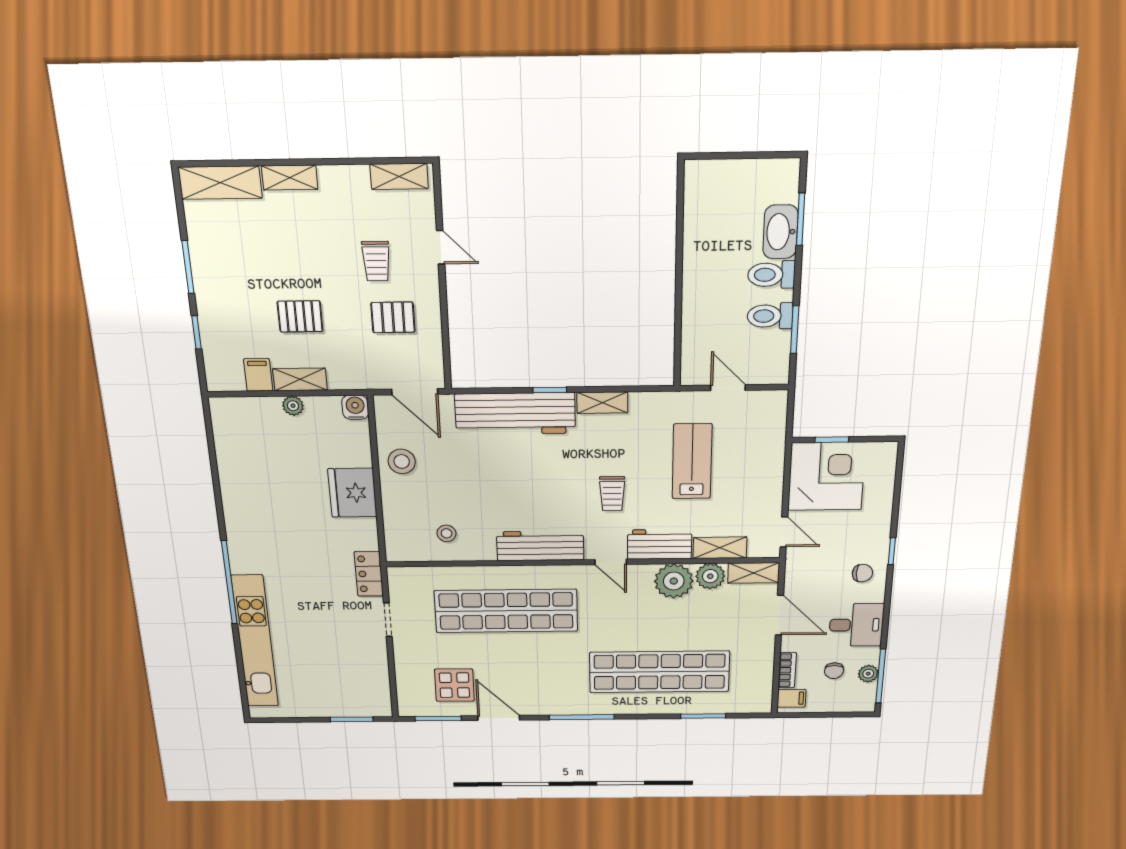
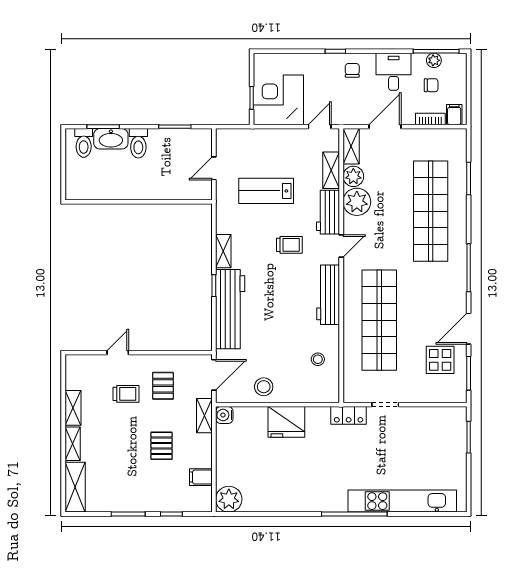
shelving: (399, 176) -> (73, 408), moved
toilet: (770, 316) -> (84, 143), moved
shelving: (300, 379) -> (204, 416), moved
plant: (293, 406) -> (229, 499), moved, width x1.88, depth x1.88

